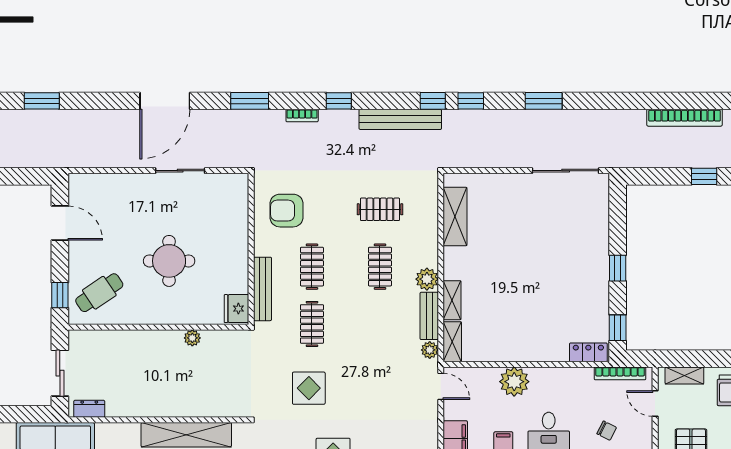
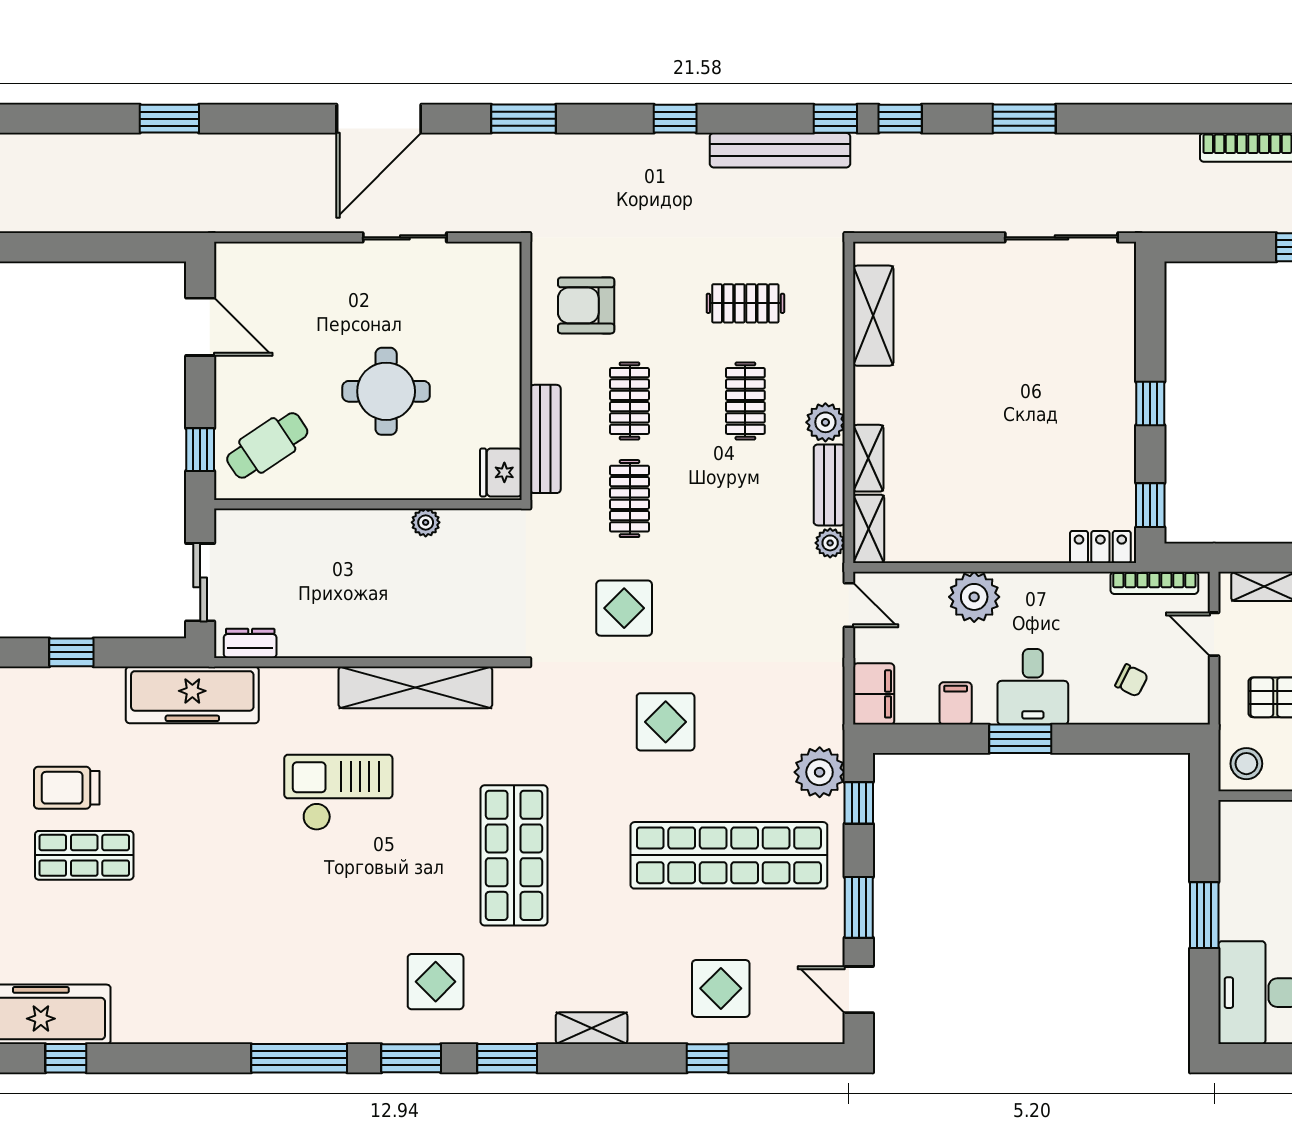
bookcase: (302, 116) -> (613, 144), removed

